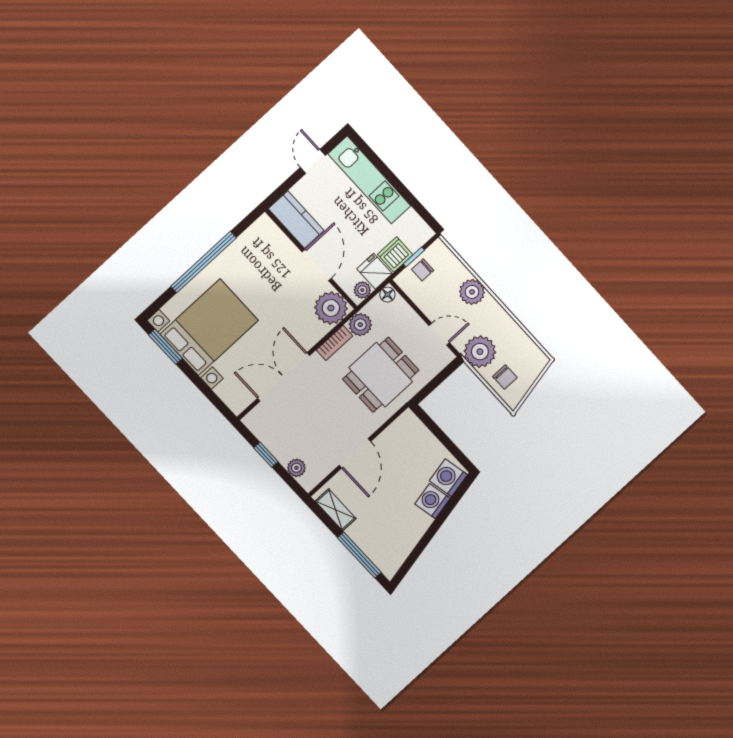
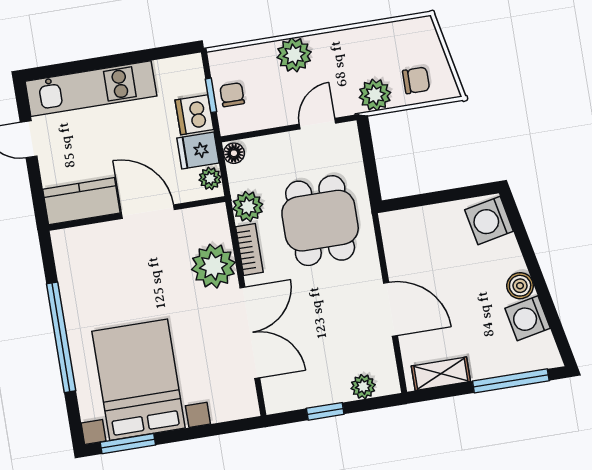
chair: (423, 270) -> (232, 95), turned 180
plant: (331, 308) -> (213, 266), moved
plant: (480, 352) -> (375, 95), width x0.73, depth x0.73
double door: (284, 377) -> (250, 333), swing flipped
washing machine: (433, 501) -> (528, 318), moved
boiler: (421, 523) -> (520, 286), added

